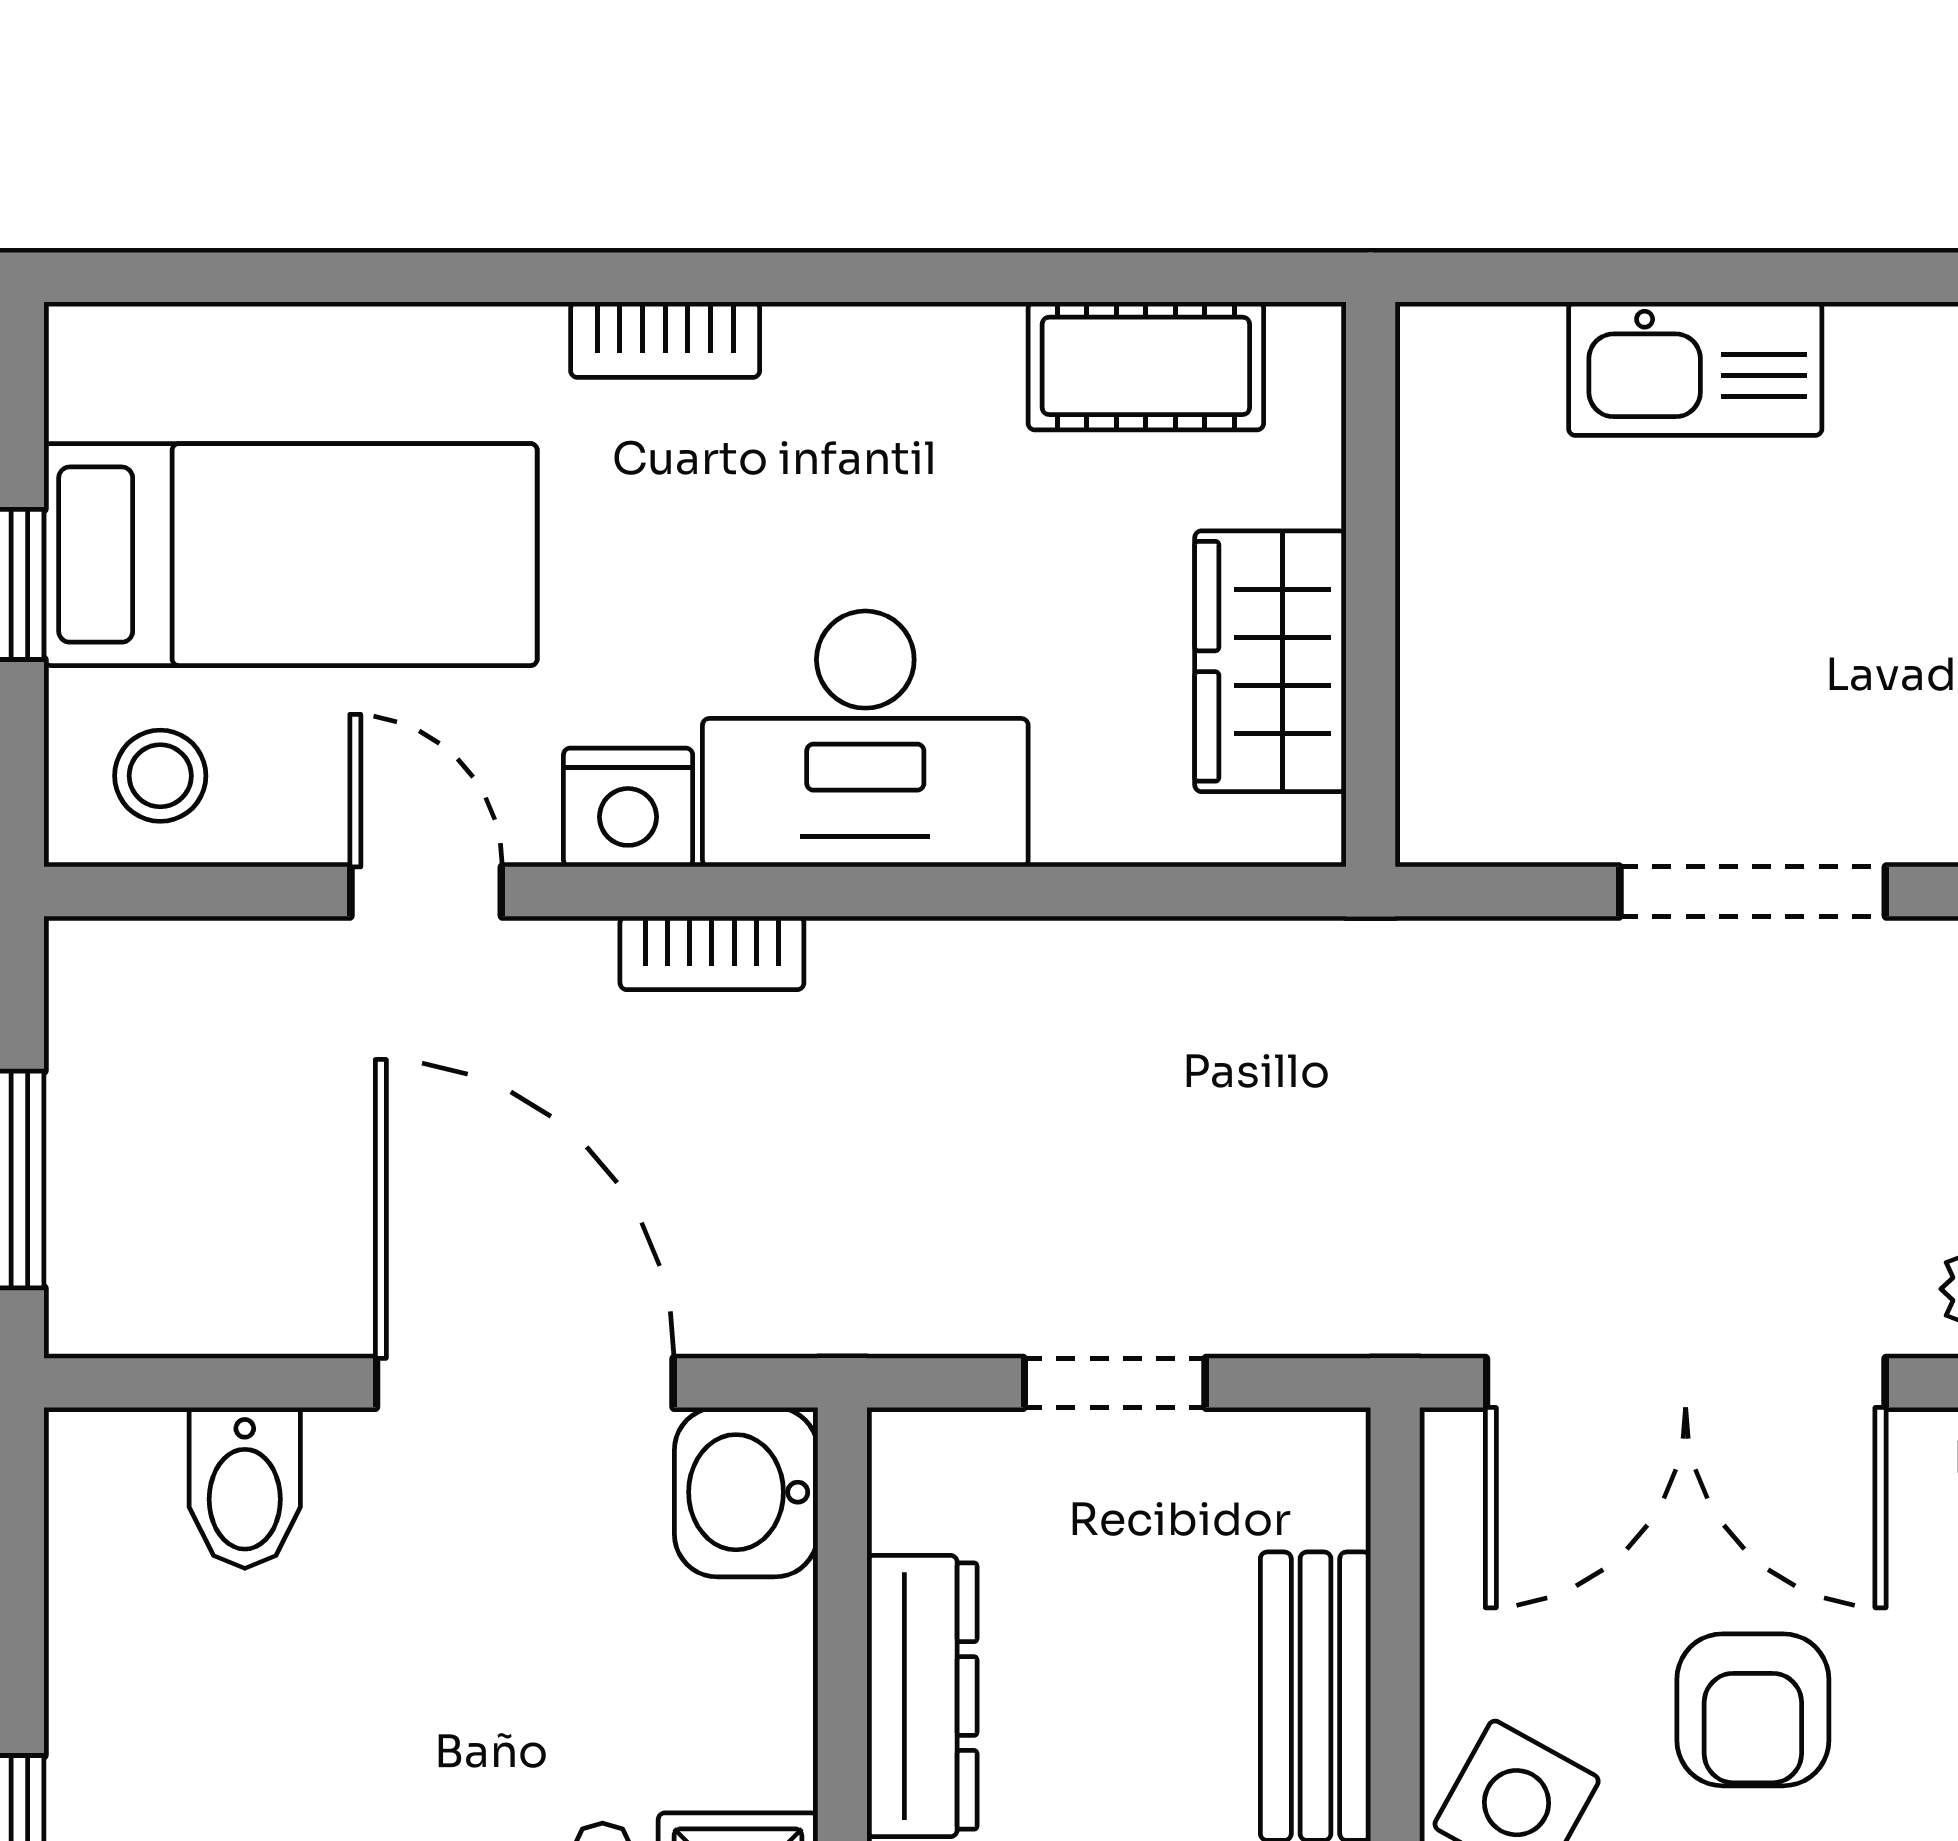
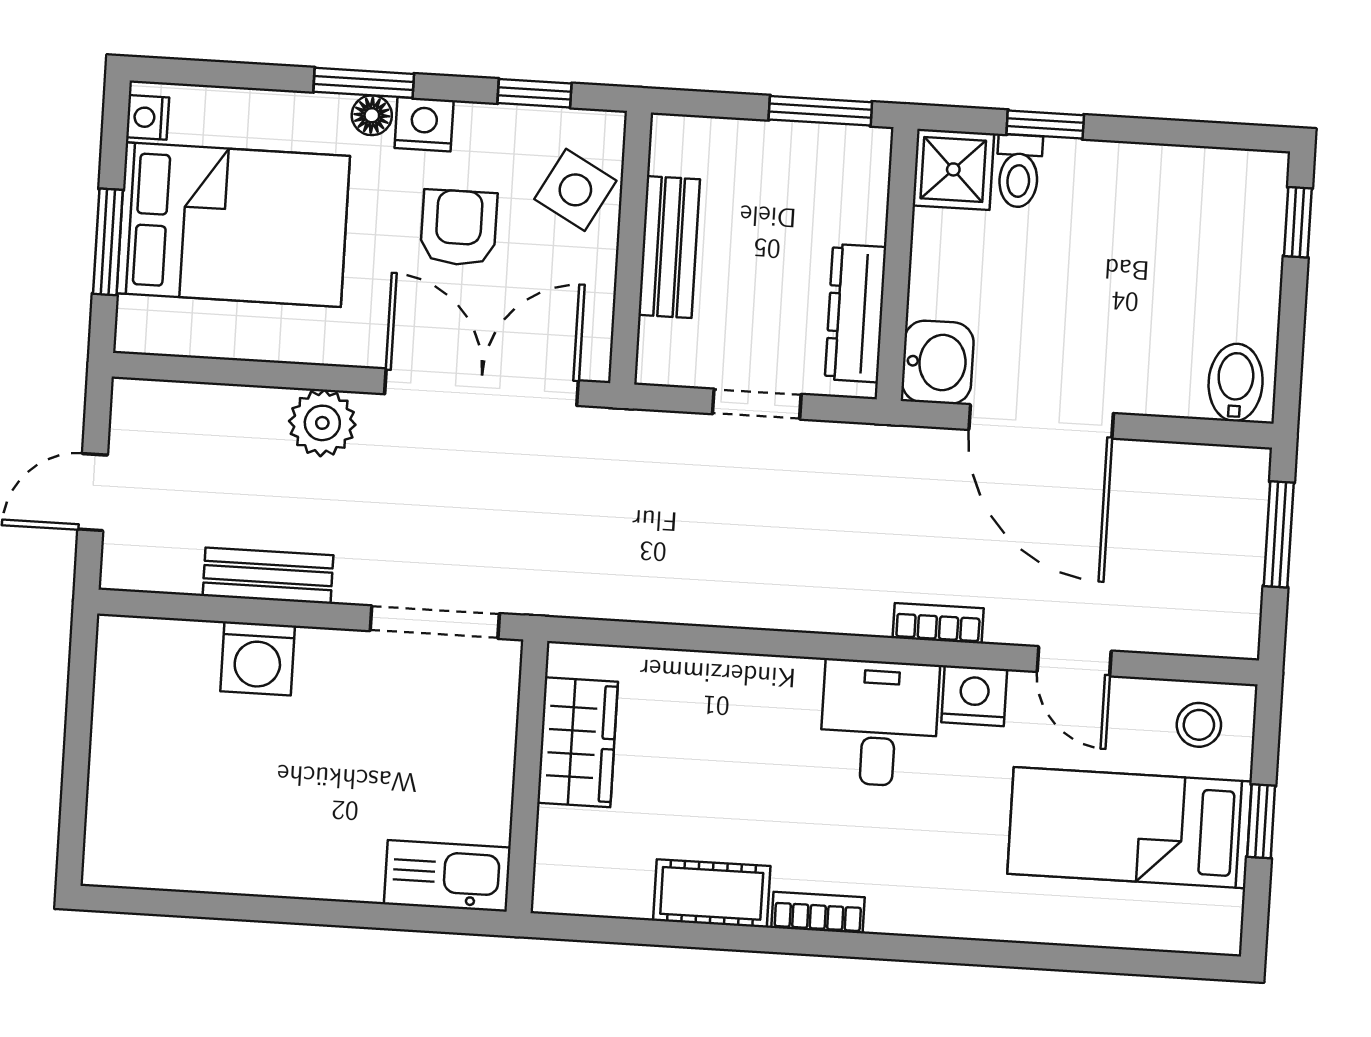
bookcase: (665, 340) -> (818, 913), moved
wall: (1371, 584) -> (527, 776), moved
wardrobe: (1270, 661) -> (578, 742), moved
desk: (865, 739) -> (879, 723), width x0.73
bidet: (245, 1488) -> (1236, 383), moved
dresser: (922, 1696) -> (856, 313), moved

